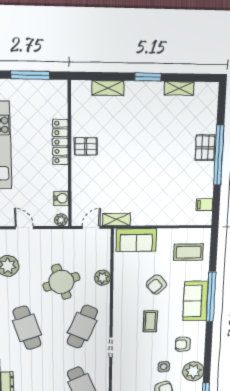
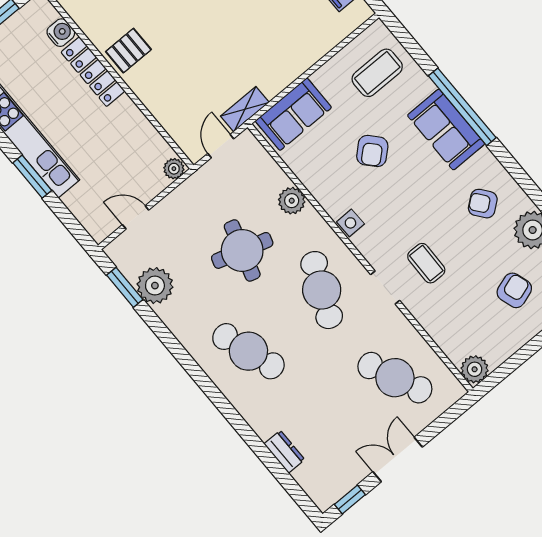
water cooler: (61, 198) -> (61, 33), moved
round table: (61, 282) -> (242, 250), turned 36
coffee table: (150, 321) -> (426, 263), moved
armchair: (183, 344) -> (483, 204), turned 52
side table: (164, 367) -> (350, 223), moved

